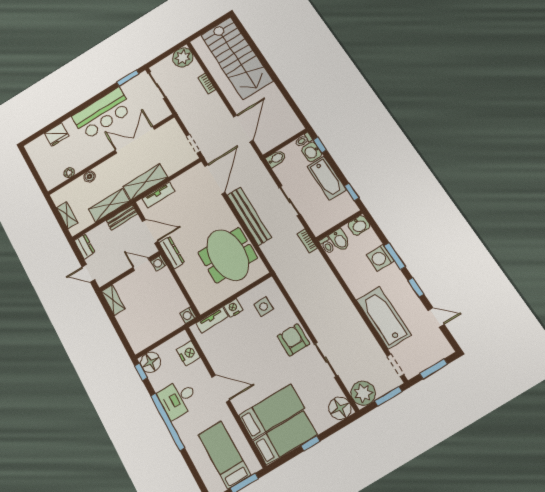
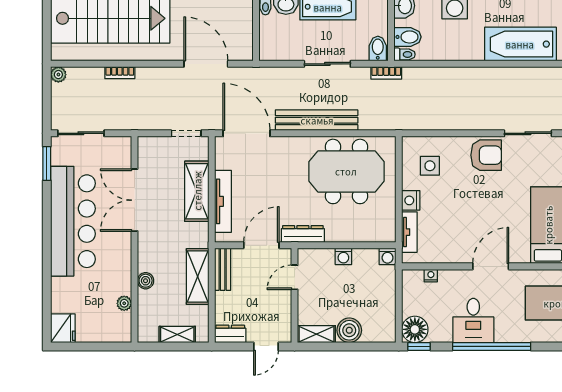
plant: (183, 57) -> (58, 75), width x0.53, depth x0.53
bar counter: (102, 114) -> (73, 221), width x1.36
fridge: (56, 135) -> (63, 328), moved
bidet: (276, 159) -> (378, 49), moved
shelving: (145, 182) -> (197, 191), moved
tv unit: (158, 195) -> (223, 201), width x1.41
washing machine: (159, 263) -> (343, 256), moved
boiler: (127, 320) -> (349, 330), added
armchair: (293, 340) -> (486, 155), turned 180
nightstand: (188, 353) -> (431, 276), width x0.53, depth x0.56

